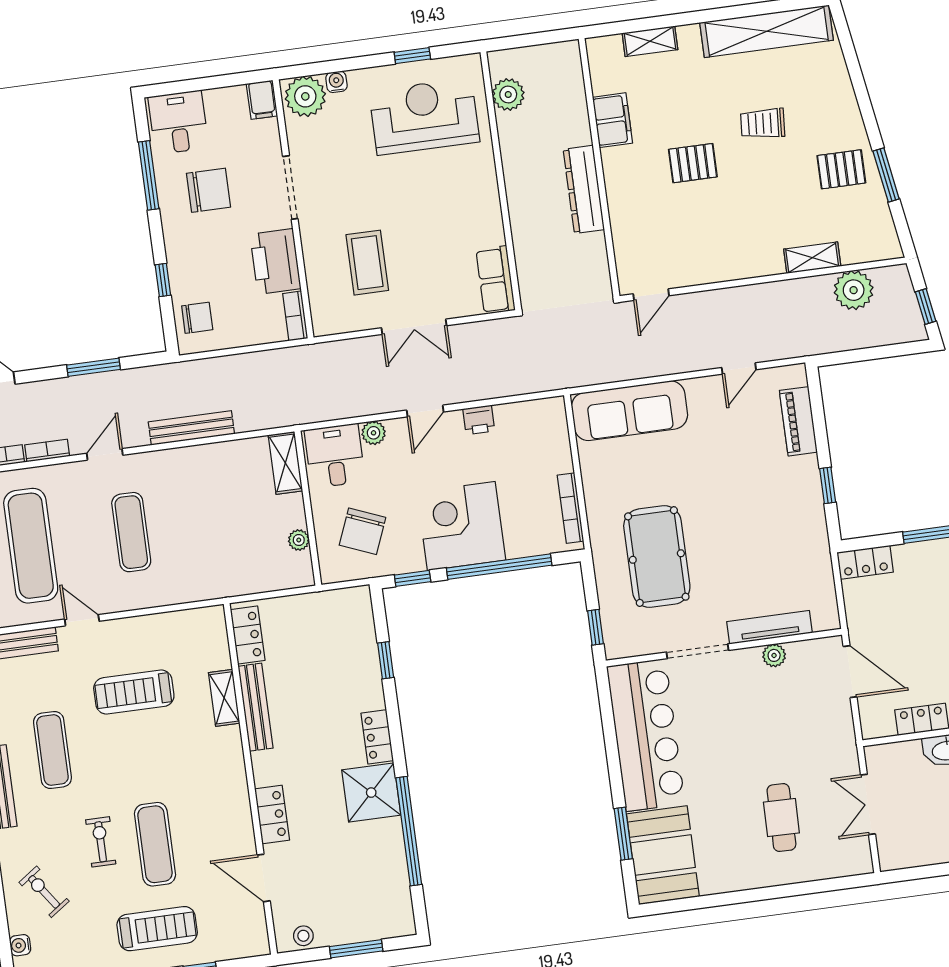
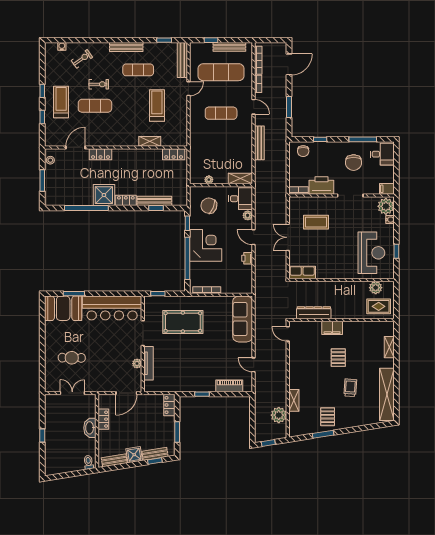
rug: (553, 81) -> (379, 306), added
filing cabinet: (613, 120) -> (332, 328), moved
dresser: (584, 189) -> (314, 313), moved
bench: (256, 707) -> (154, 201), moved
treadmill: (157, 929) -> (61, 102), turned 180

